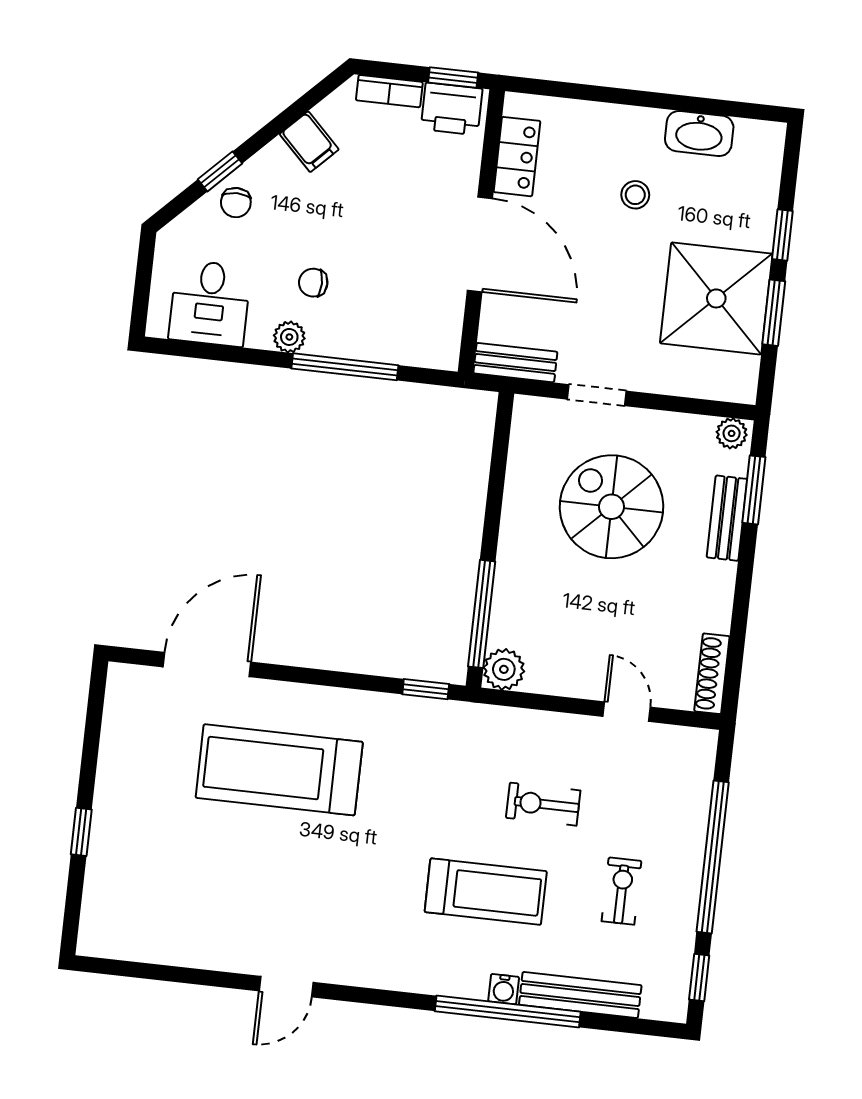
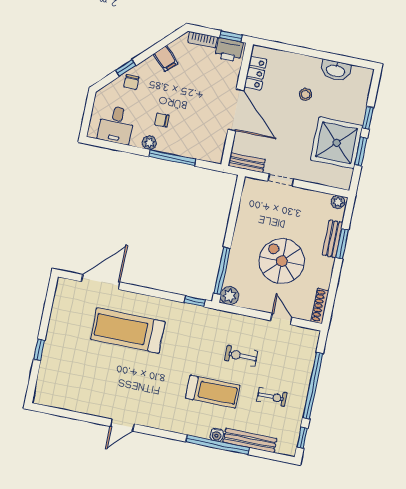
window: (754, 490) -> (342, 244), moved
spiral stairs: (611, 507) -> (282, 261), moved
exercise bike: (622, 891) -> (272, 397), turned 90

